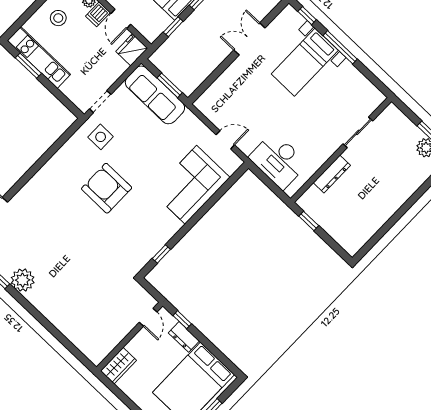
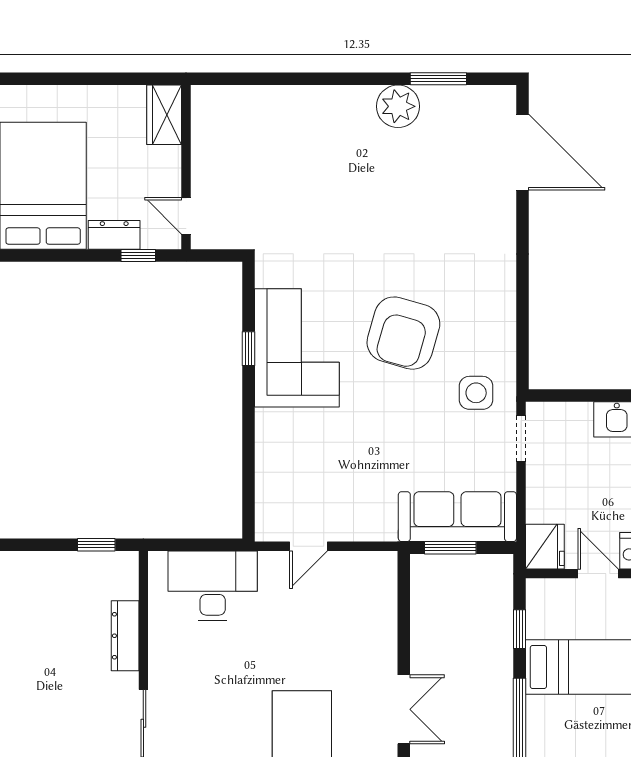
corner sofa: (191, 185) -> (297, 348), moved
armchair: (107, 188) -> (403, 333), turned 106
window: (161, 254) -> (248, 349), moved

